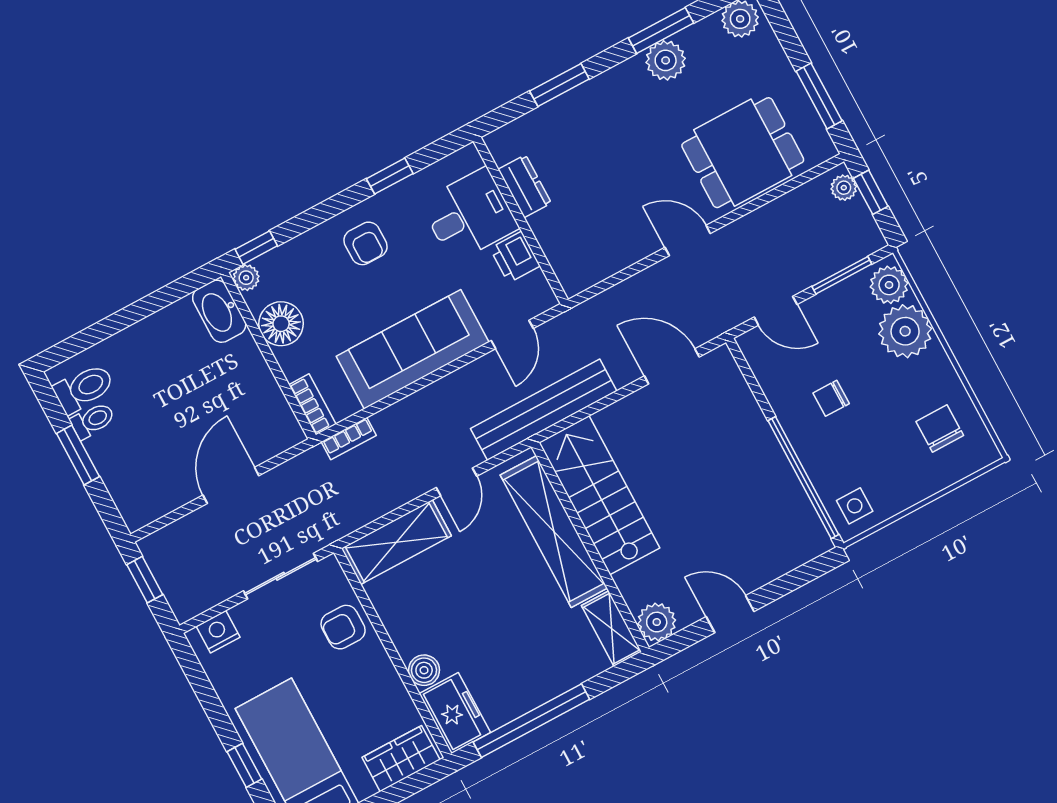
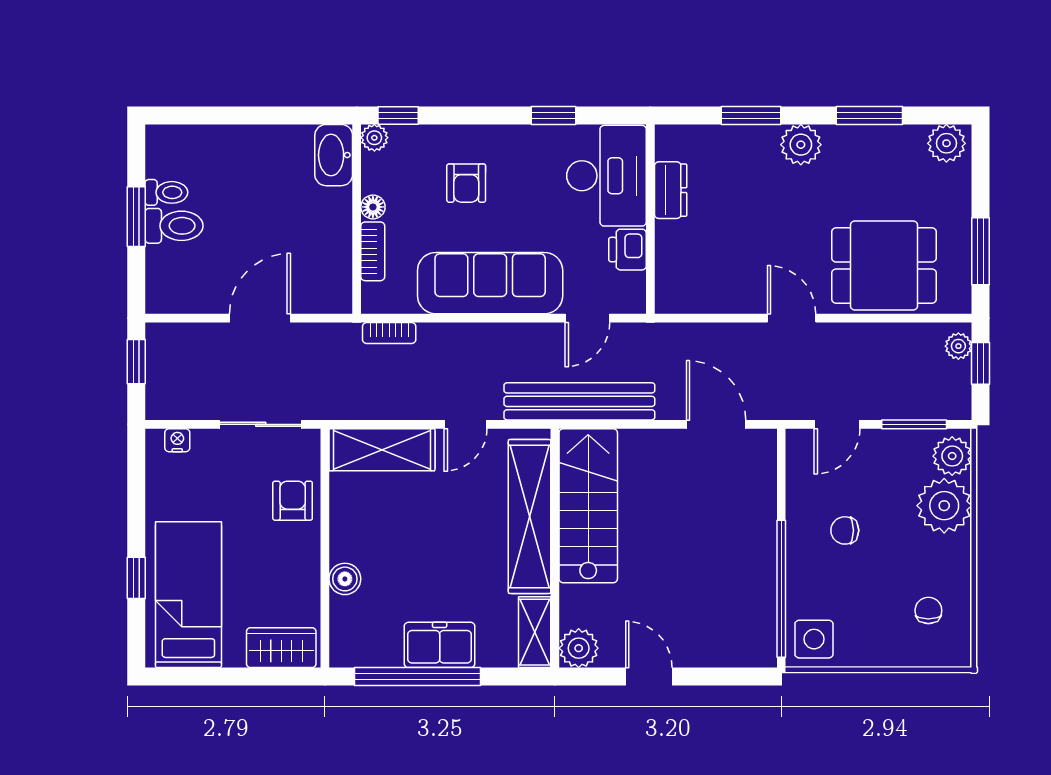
plant: (666, 60) -> (801, 145), moved
desk: (469, 215) -> (606, 176), width x1.37
armchair: (366, 243) -> (466, 183), moved
door: (776, 311) -> (837, 424), hinge flipped
floor lamp: (281, 324) -> (373, 207), width x0.53, depth x0.53
toilet: (84, 388) -> (174, 226), moved
bookcase: (312, 404) -> (373, 251), moved
chair: (940, 429) -> (928, 610), width x0.73, depth x0.73
side table: (855, 506) -> (814, 639), width x1.37, depth x1.37
armchair: (343, 627) -> (293, 501), turned 90
nightstand: (218, 632) -> (177, 440), width x0.72, depth x0.74
freezer: (455, 713) -> (440, 645), moved, turned -90

